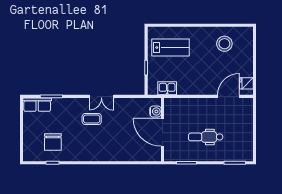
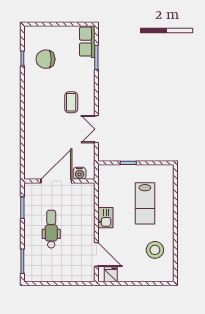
lab bench: (170, 47) -> (145, 203), moved
kitchen sink: (167, 88) -> (105, 218), moved
double door: (101, 96) -> (96, 129), moved

